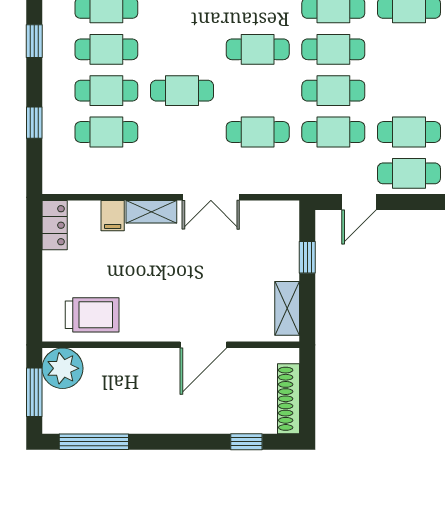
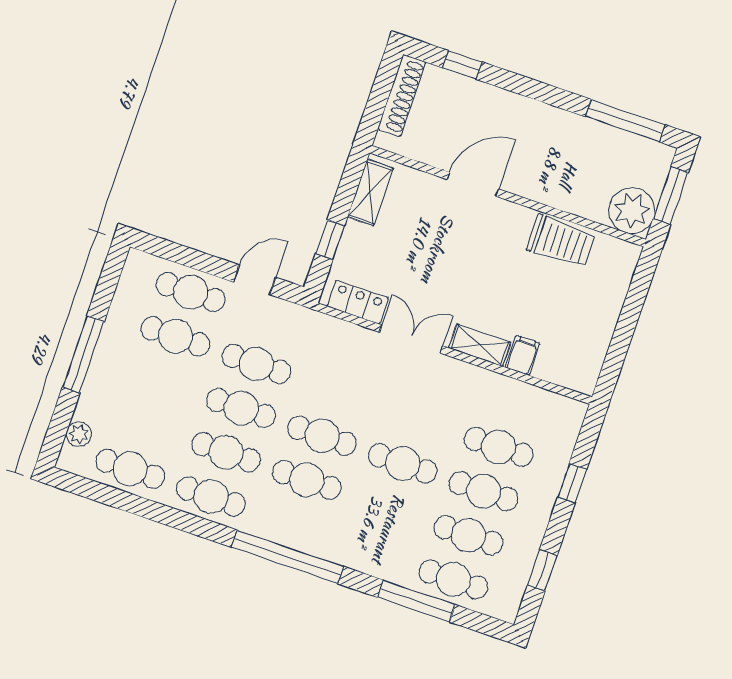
cafe table: (258, 132) -> (322, 436), moved
locker: (55, 225) -> (358, 302), moved, turned 90
trolley: (92, 315) -> (561, 241), moved, turned 180

